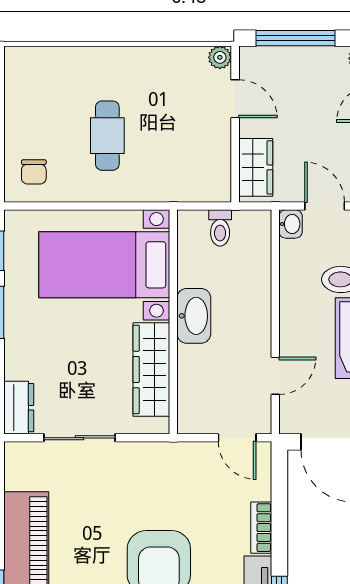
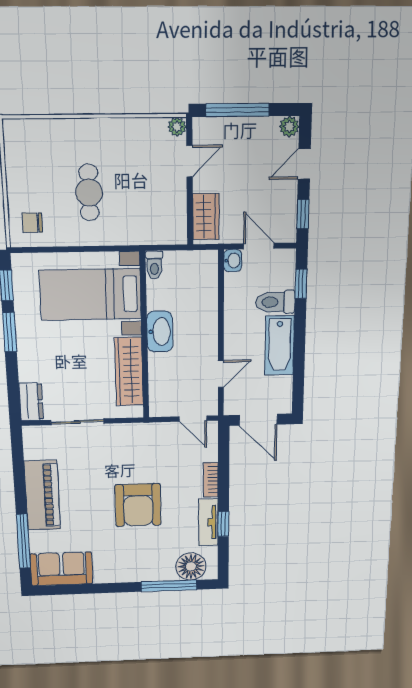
door: (235, 99) -> (189, 161), hinge flipped
chair: (34, 172) -> (32, 223), turned 90
toilet: (220, 228) -> (154, 265), moved

